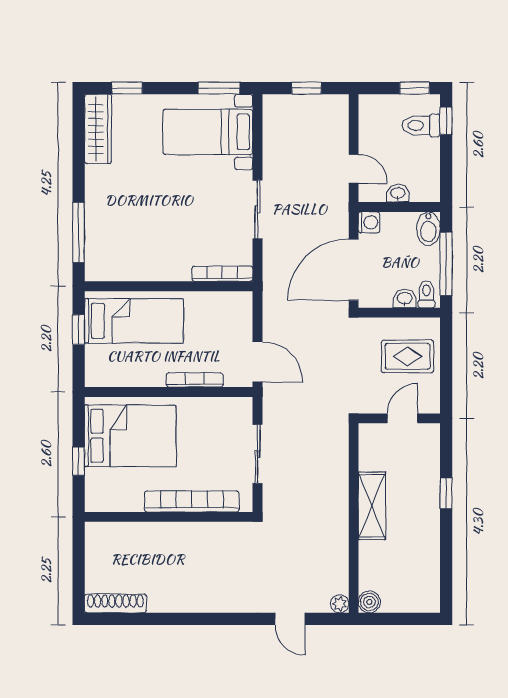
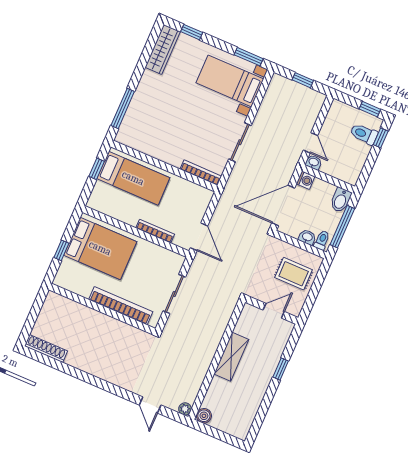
washbasin: (398, 193) -> (314, 162), moved

